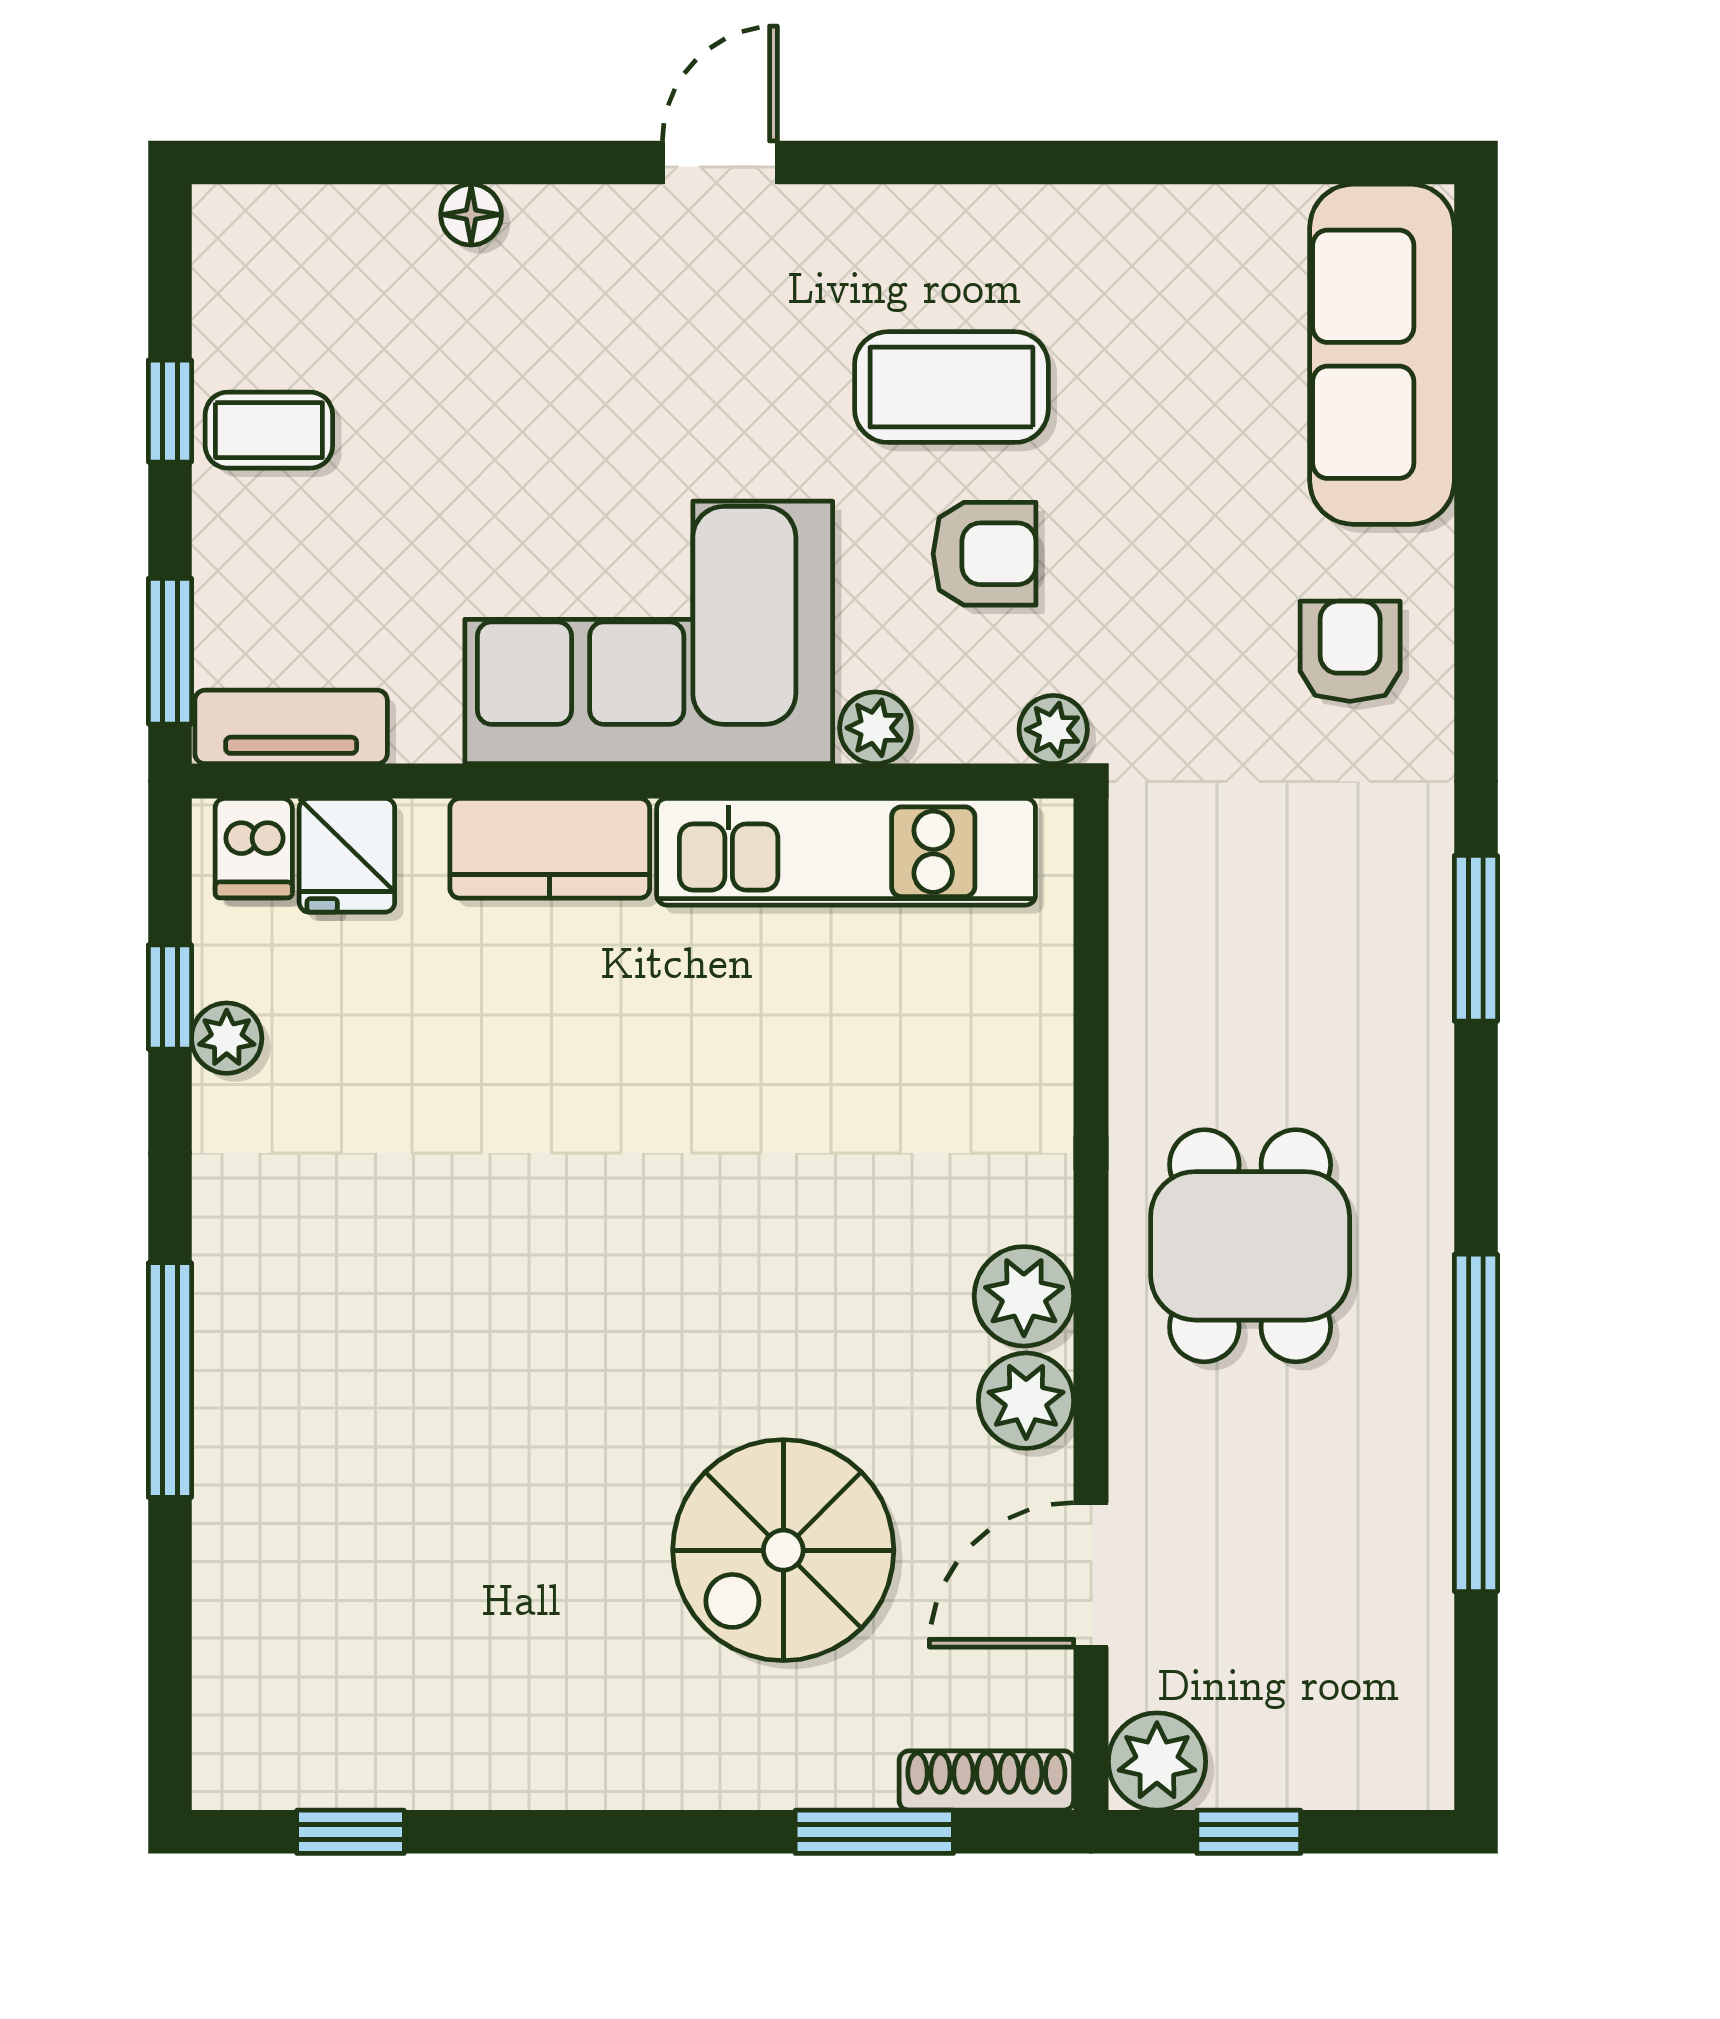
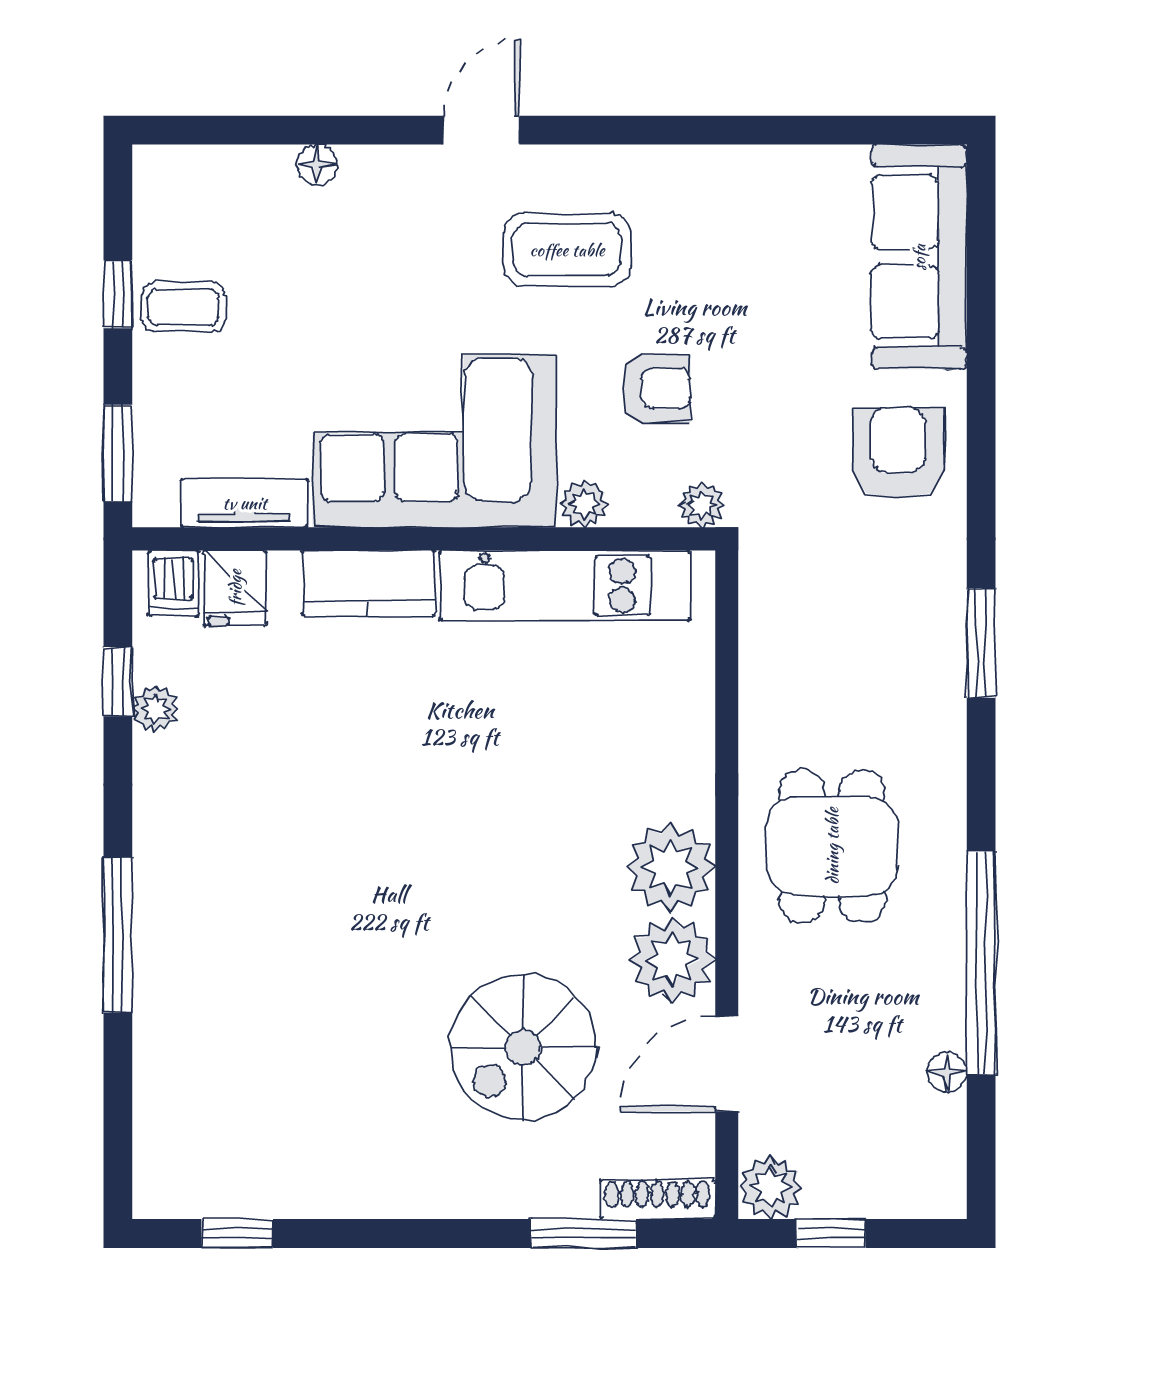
coffee table: (951, 387) -> (567, 250), moved
armchair: (1350, 651) -> (898, 453), width x1.38, depth x1.38
tv unit: (291, 727) -> (245, 503), moved
plant: (1024, 1296) -> (670, 867), width x1.36, depth x1.36
plant: (1026, 1401) -> (672, 960), width x1.36, depth x1.36
floor lamp: (1424, 1588) -> (947, 1072), added

